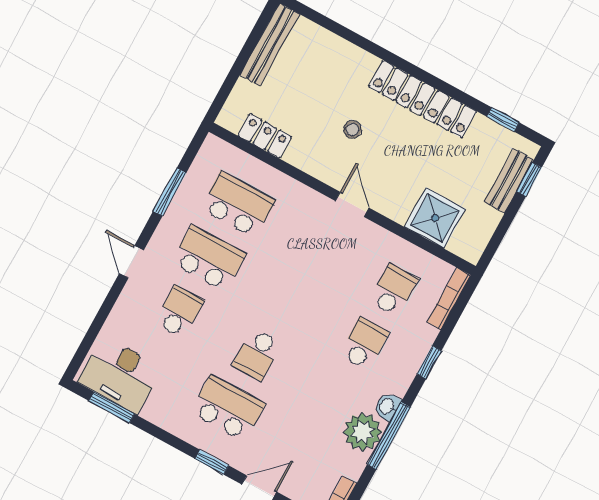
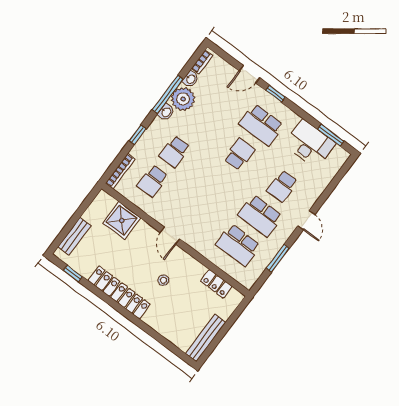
window: (529, 179) -> (62, 235), removed
desk: (120, 375) -> (310, 144), moved
washbasin: (355, 466) -> (191, 79), added

